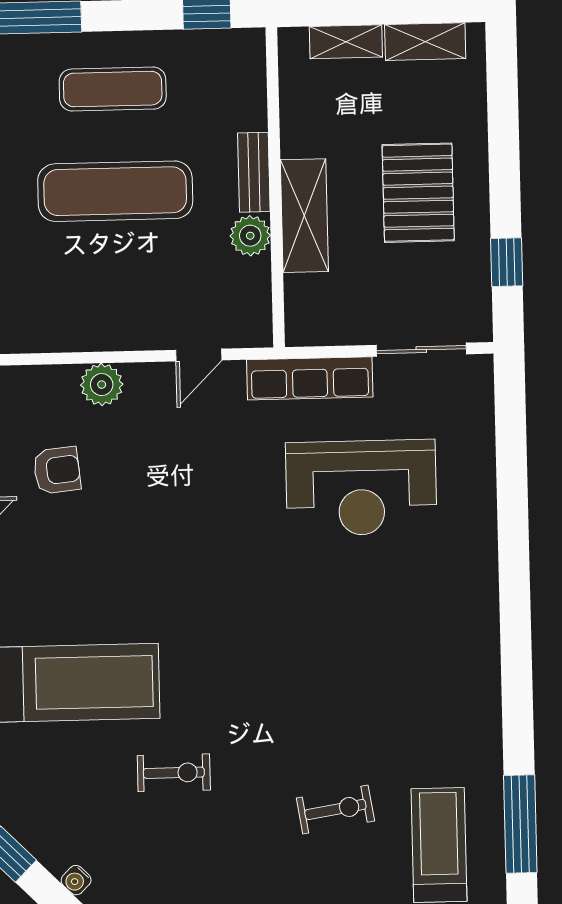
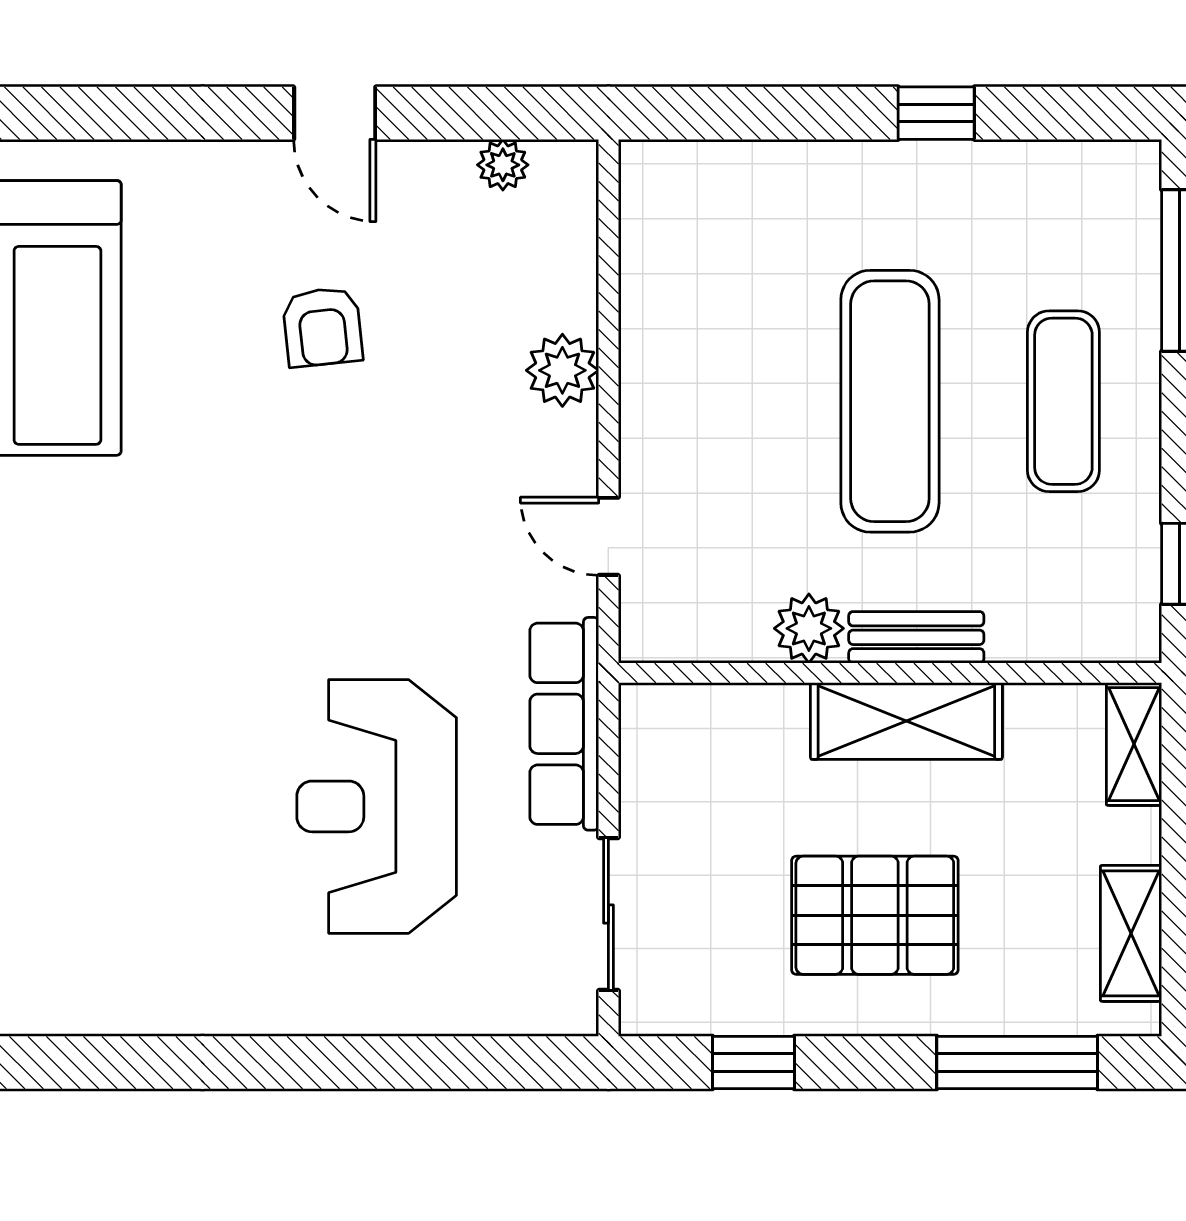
shelving: (346, 42) -> (1134, 744), moved
window: (503, 107) -> (1017, 1062), added
shelving: (304, 216) -> (906, 721), moved
armchair: (57, 470) -> (322, 327), moved

